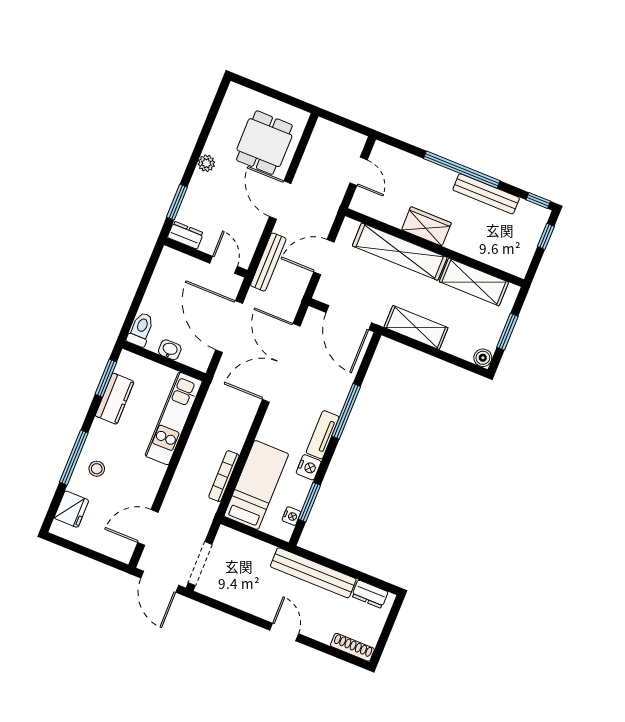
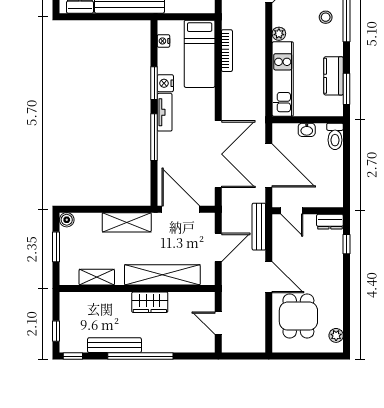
plant: (206, 163) -> (336, 335), moved
window: (177, 202) -> (346, 244), width x0.67
shelving: (474, 282) -> (97, 277), width x0.67, depth x0.75
plant: (157, 471) -> (279, 34), added
window: (309, 502) -> (154, 83), moved

